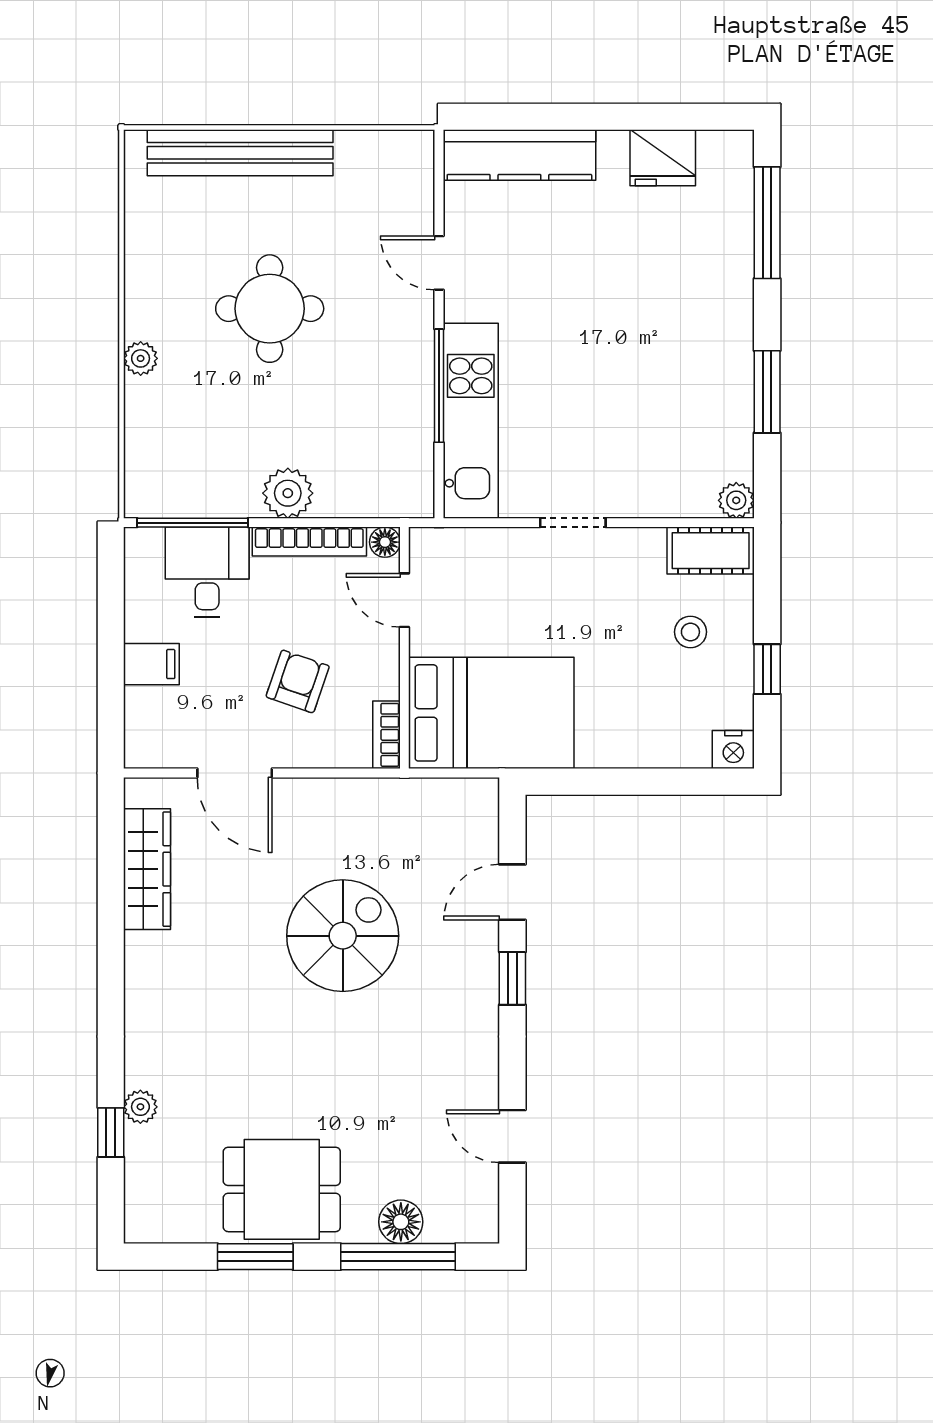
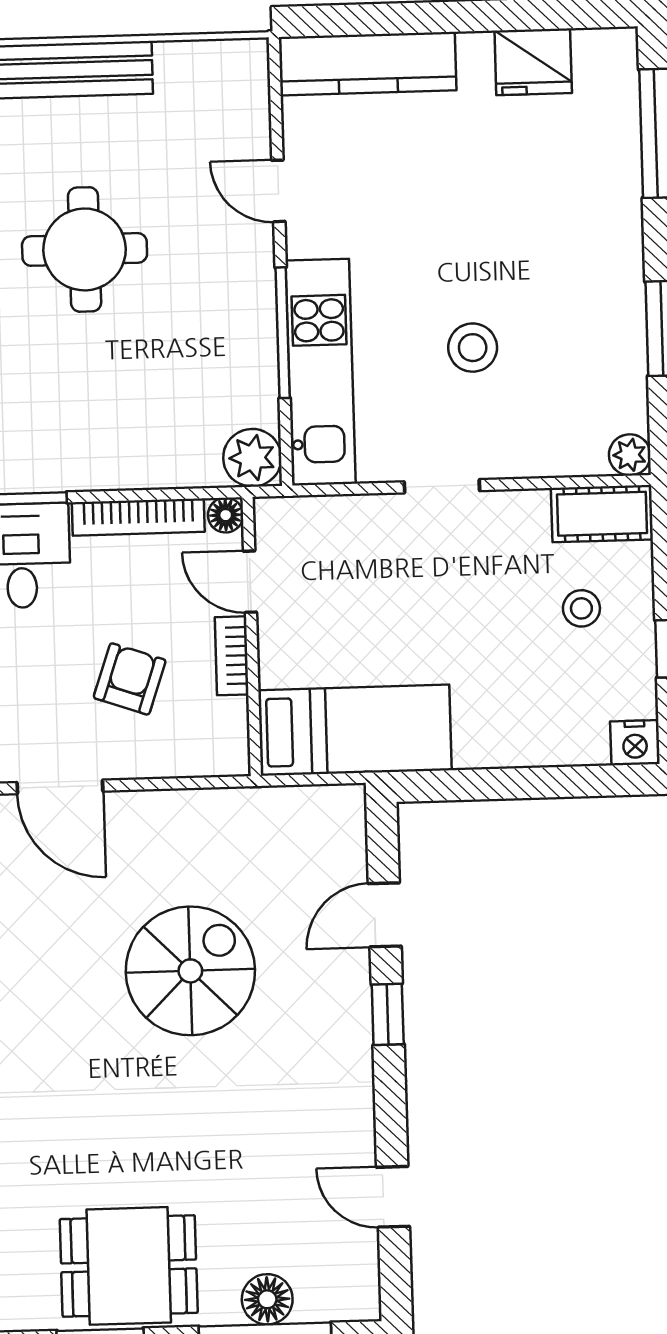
stool: (603, 403) -> (473, 348), added
plant: (288, 493) -> (252, 458), moved
bed: (491, 713) -> (355, 730), width x0.67
bookcase: (387, 735) -> (232, 656), moved

